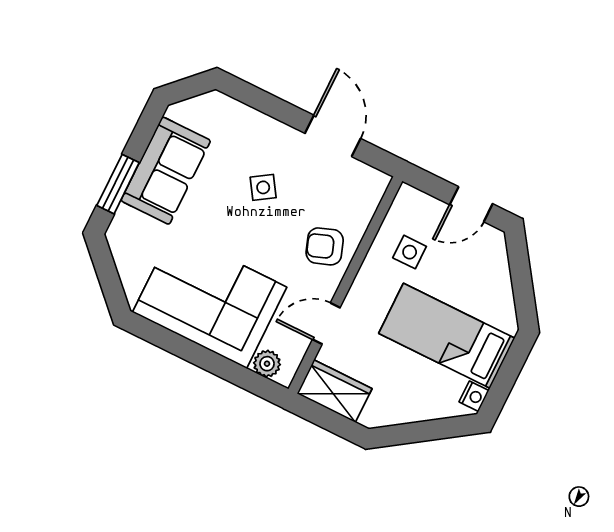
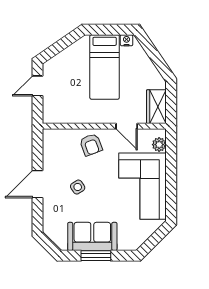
door: (333, 136) -> (38, 184), moved
window: (118, 184) -> (96, 256), moved
door: (471, 204) -> (38, 86), swing flipped
side table: (410, 252) -> (74, 104), removed

